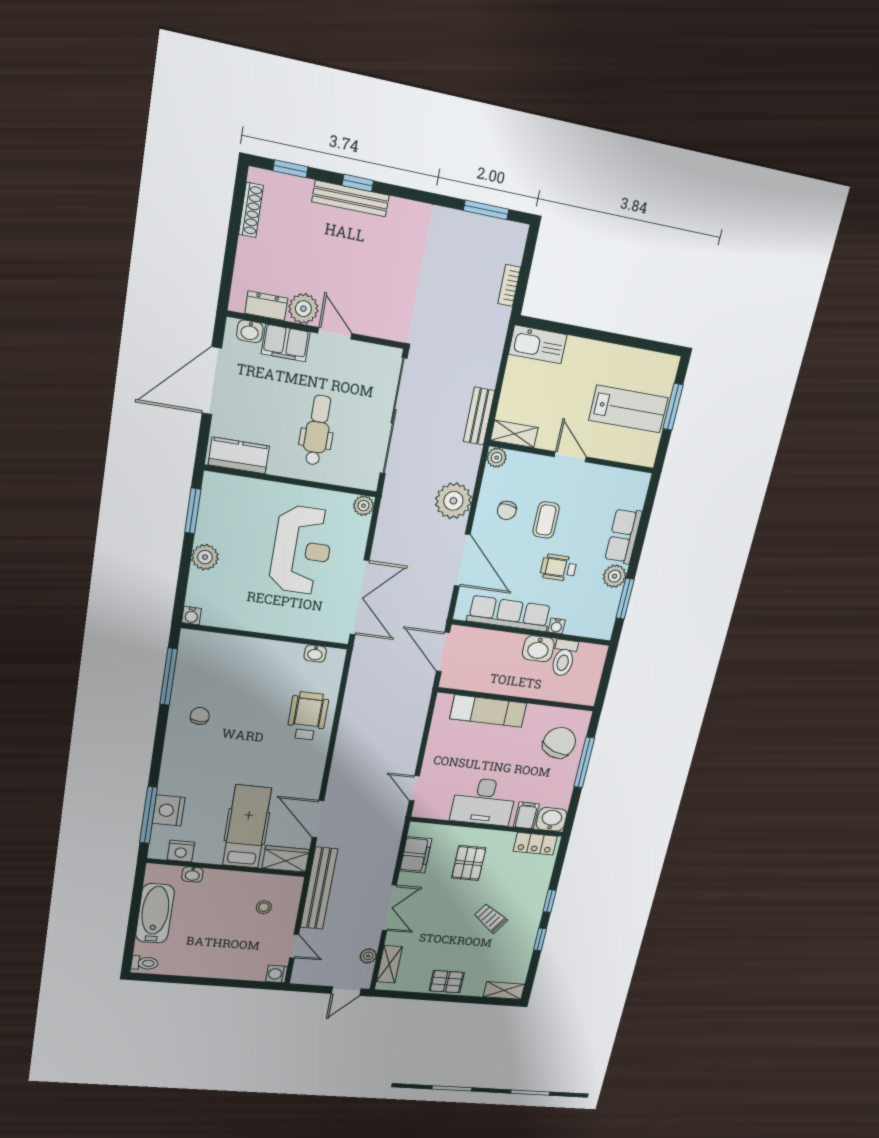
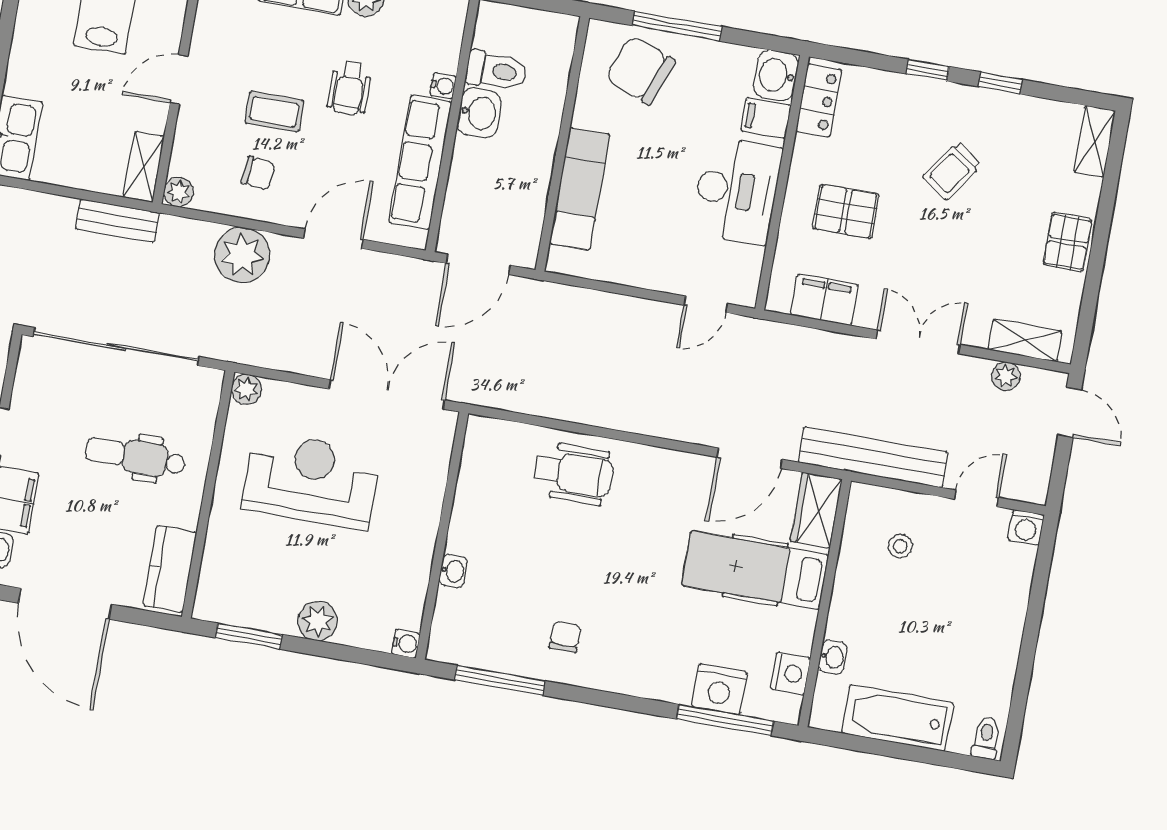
door: (462, 560) -> (333, 239), width x0.73
washbasin: (315, 653) -> (453, 571), moved
chair: (200, 716) -> (565, 637), turned 91
wheelchair: (308, 716) -> (574, 473), turned 180

